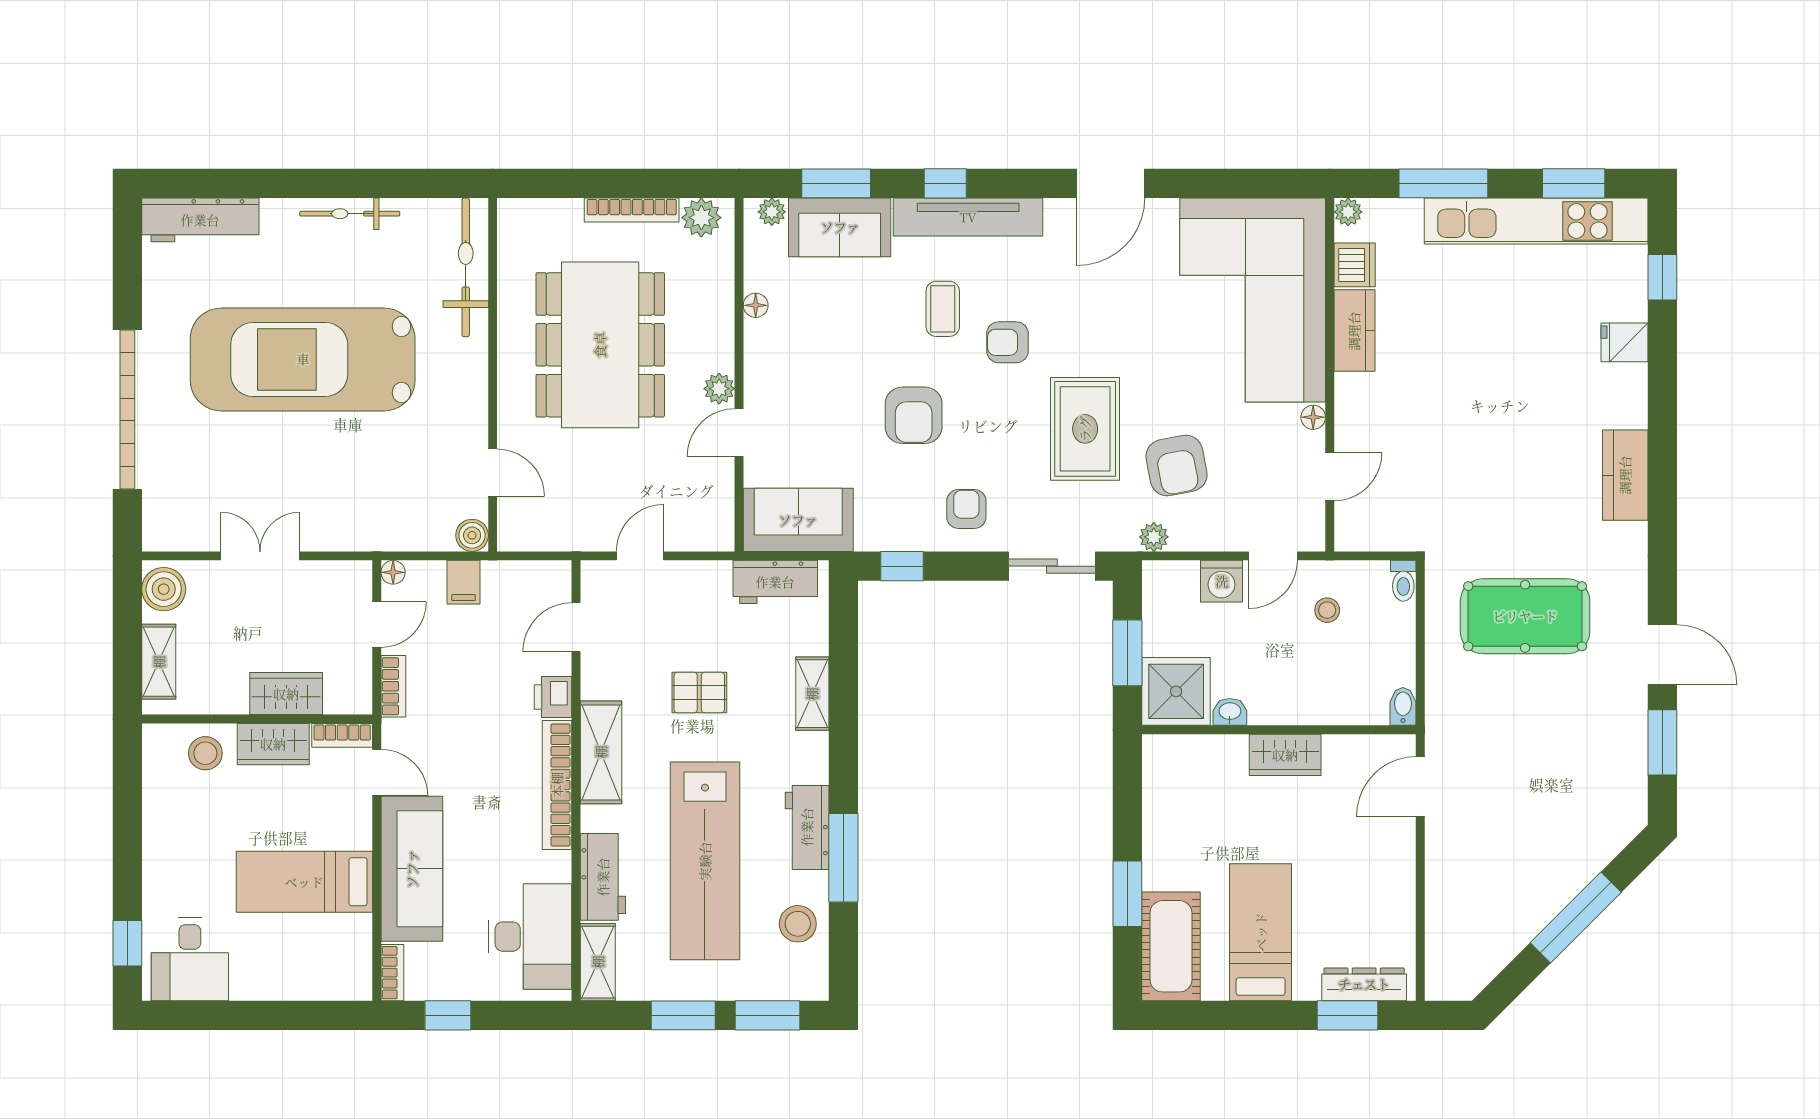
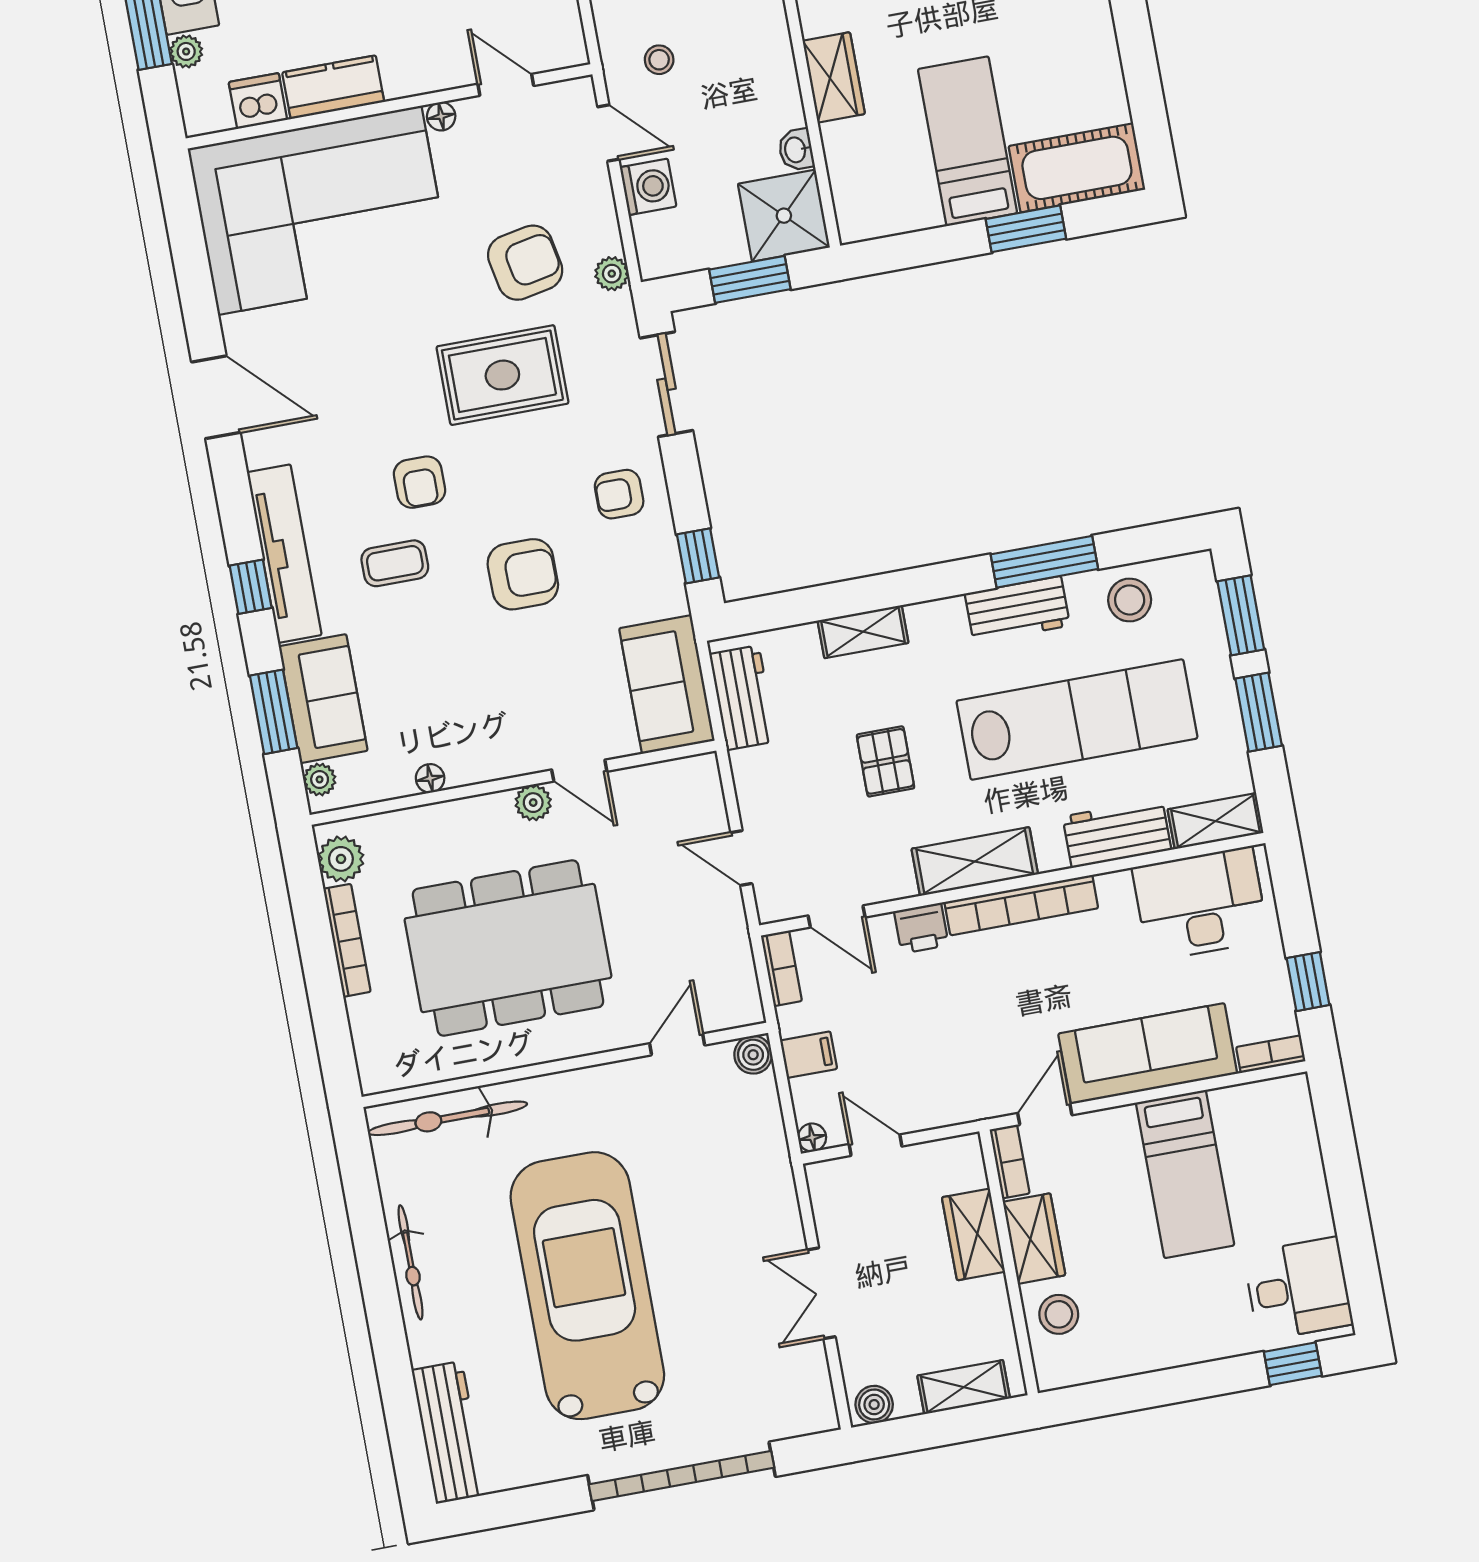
plant: (1348, 212) -> (186, 51), moved
car: (303, 359) -> (587, 1286), turned 180
boiler: (164, 589) -> (874, 1404), width x0.73, depth x0.73
bookcase: (393, 686) -> (781, 968), moved, turned 90
bed: (1261, 932) -> (967, 141), moved, turned 90

